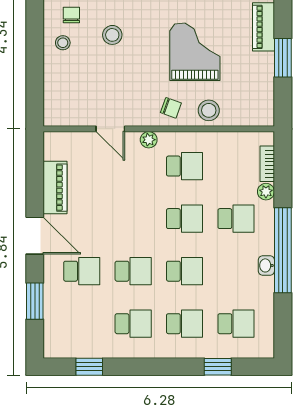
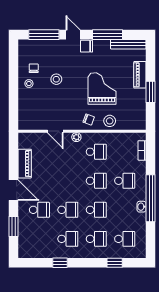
plant: (266, 192) -> (141, 166), removed
window: (89, 367) -> (60, 263), moved

